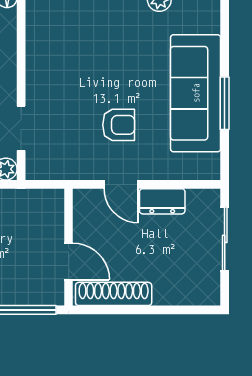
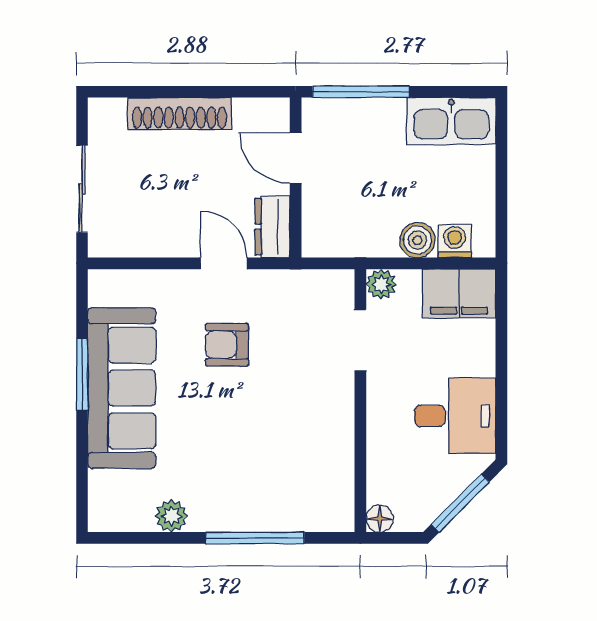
dresser: (162, 201) -> (272, 227), moved, turned -90
shoe rack: (114, 294) -> (180, 113), moved

